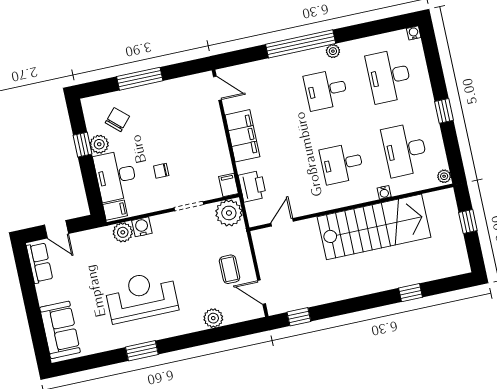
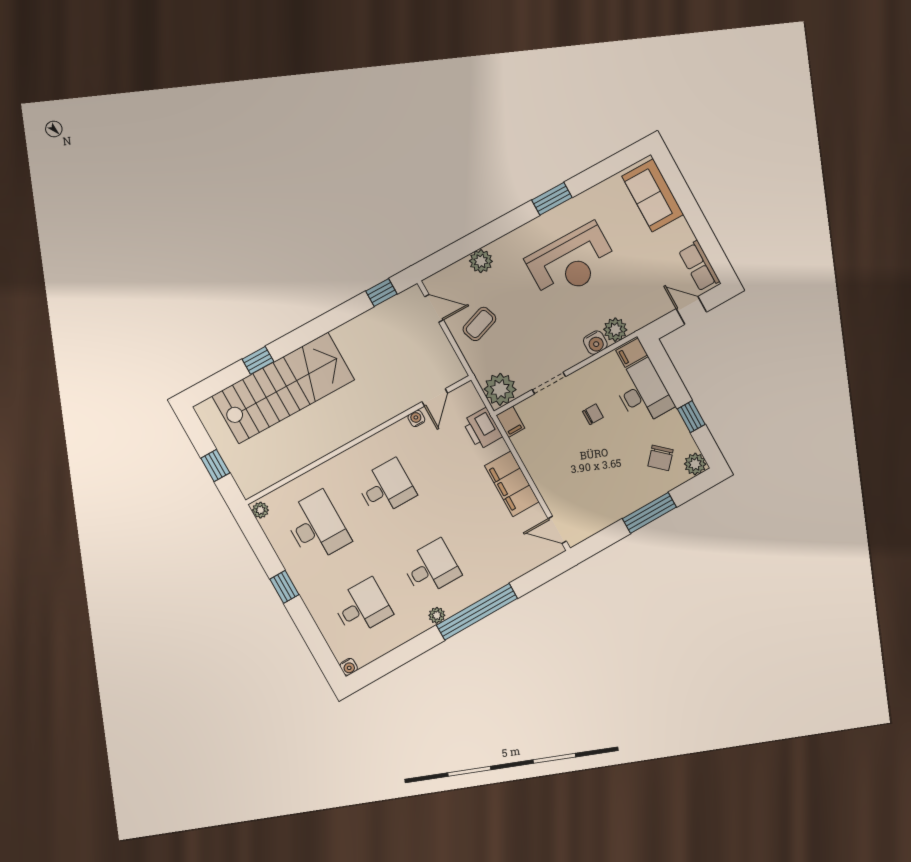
desk: (389, 76) -> (362, 607), width x0.73
plant: (99, 144) -> (695, 464), moved
water cooler: (384, 192) -> (416, 418), moved
stairs: (374, 227) -> (283, 388), moved, turned 180
coffee table: (230, 269) -> (479, 324), turned 71

